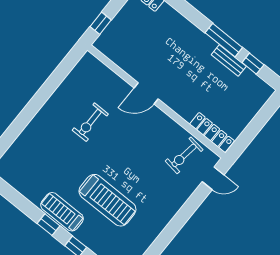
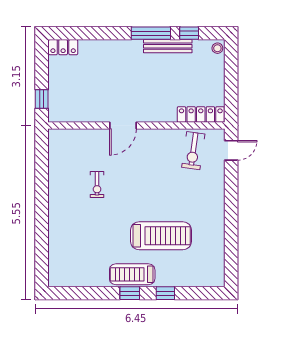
bench: (229, 60) -> (168, 46), width x1.36
stool: (265, 92) -> (217, 48), added
exercise bike: (90, 122) -> (97, 185), width x0.73, depth x0.72

